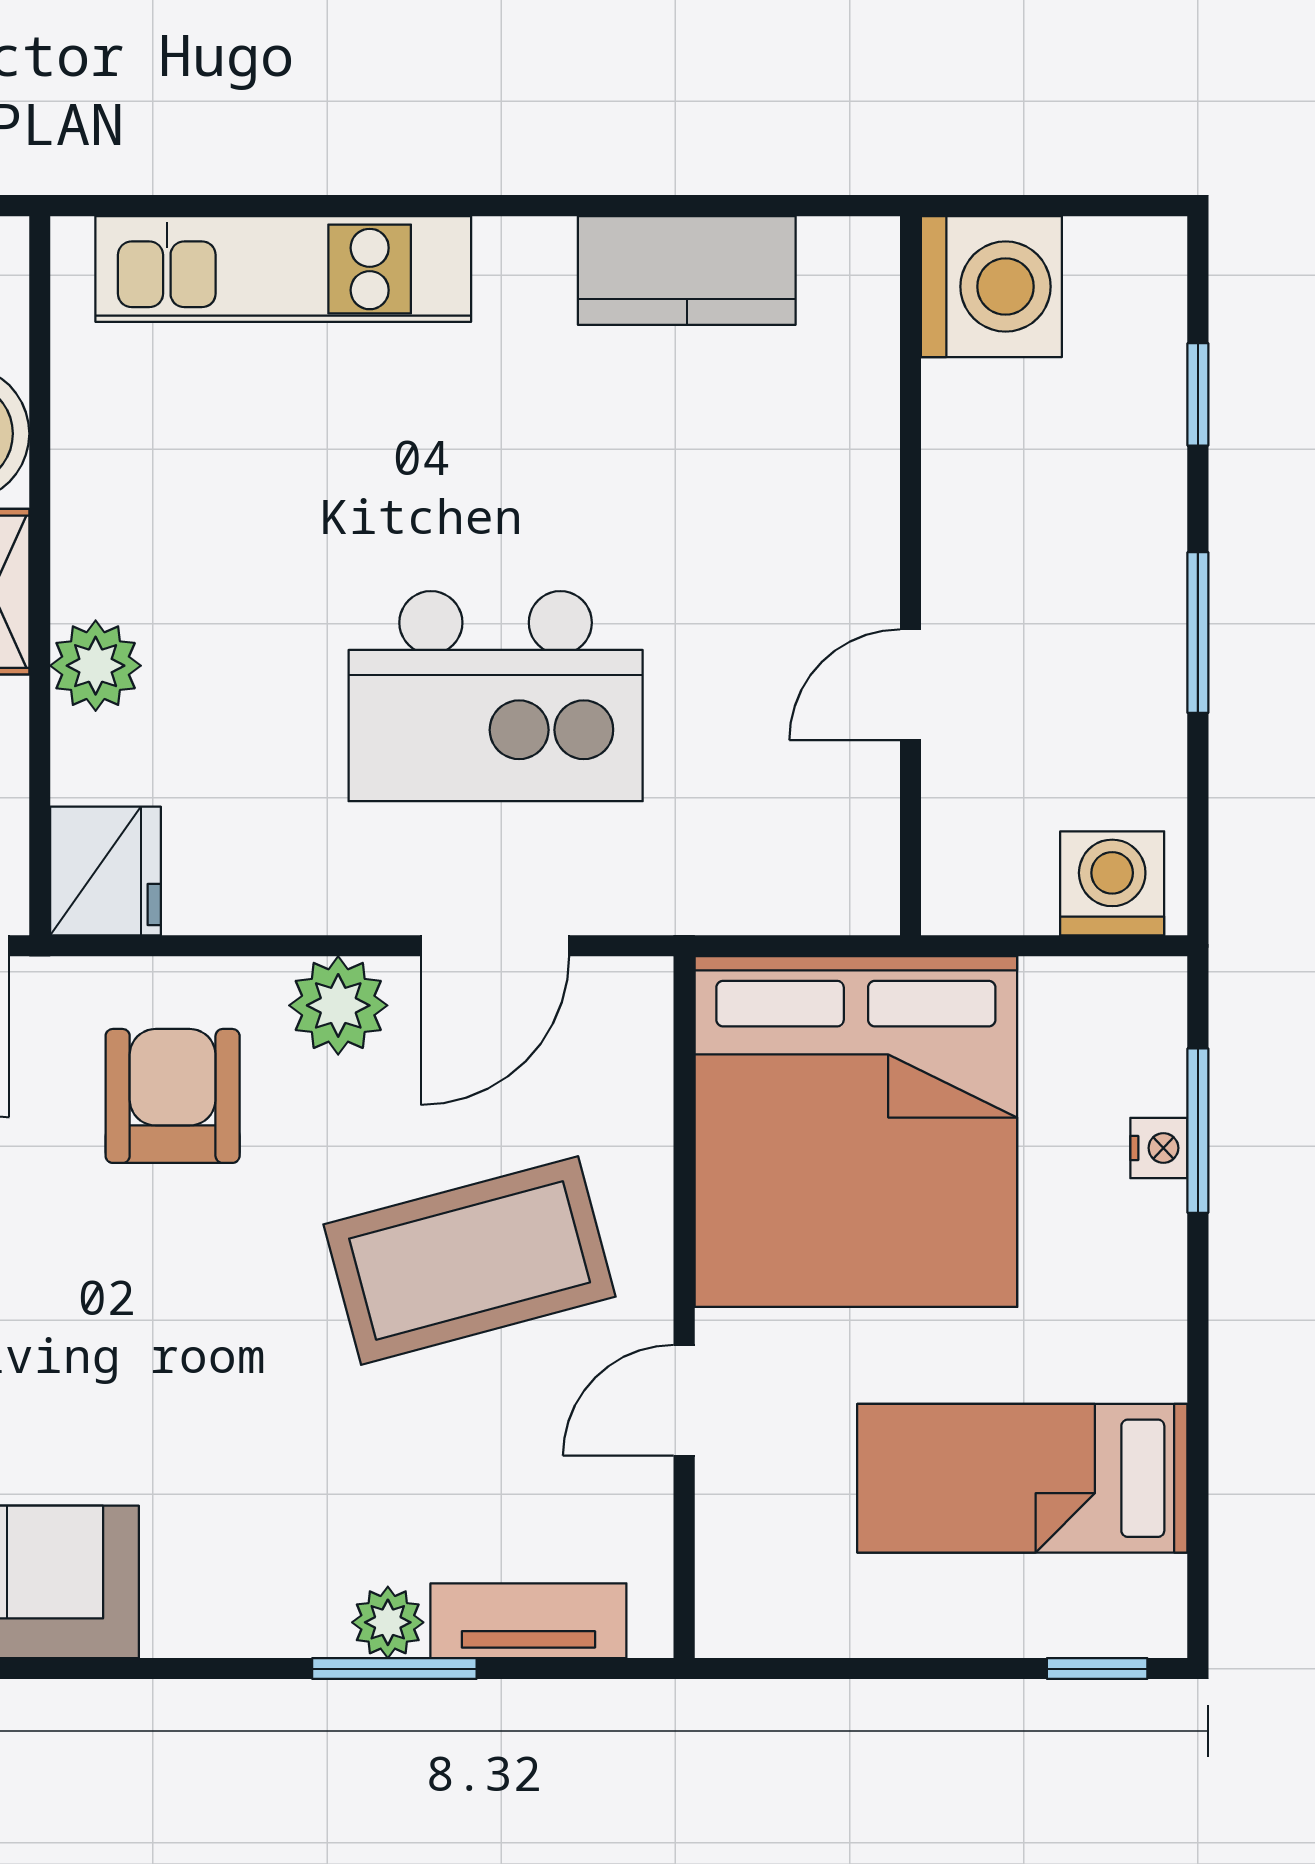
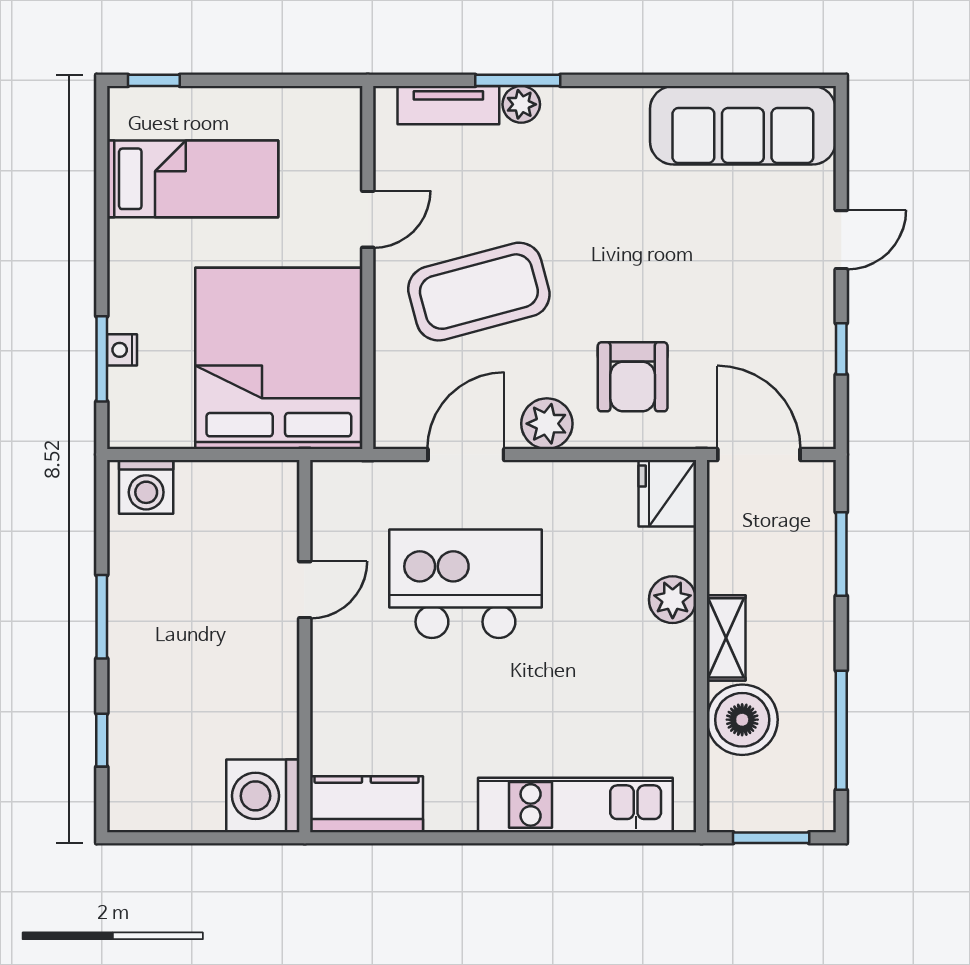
washing machine: (991, 287) -> (263, 796), moved
wall: (911, 576) -> (305, 646), moved
door: (911, 685) -> (305, 590), moved

